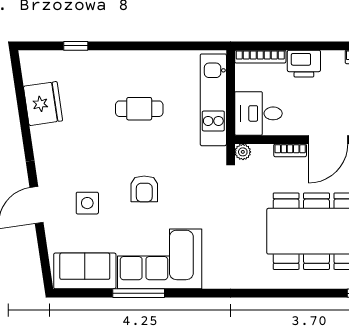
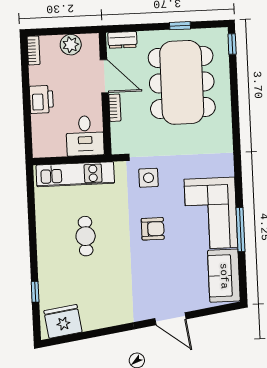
bookcase: (260, 57) -> (37, 136), removed
fridge: (43, 104) -> (63, 321), moved
plant: (243, 152) -> (118, 147), removed
side table: (87, 203) -> (148, 178), moved

